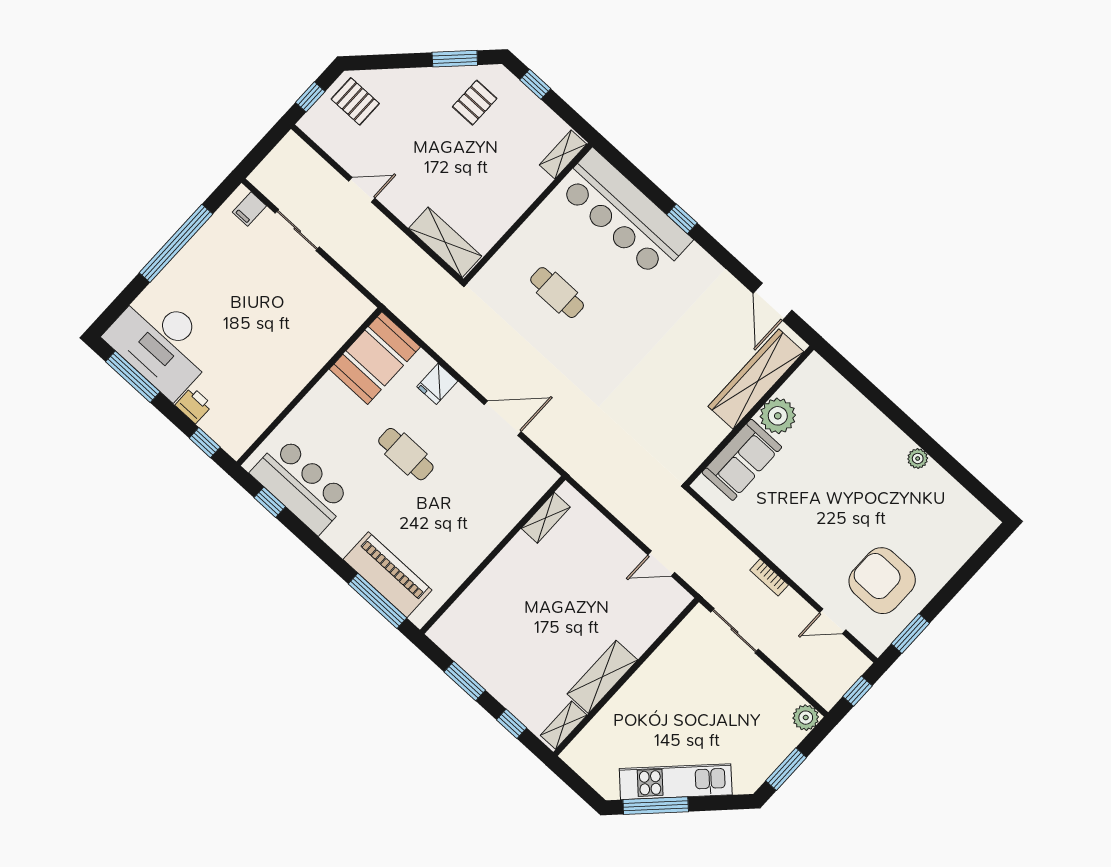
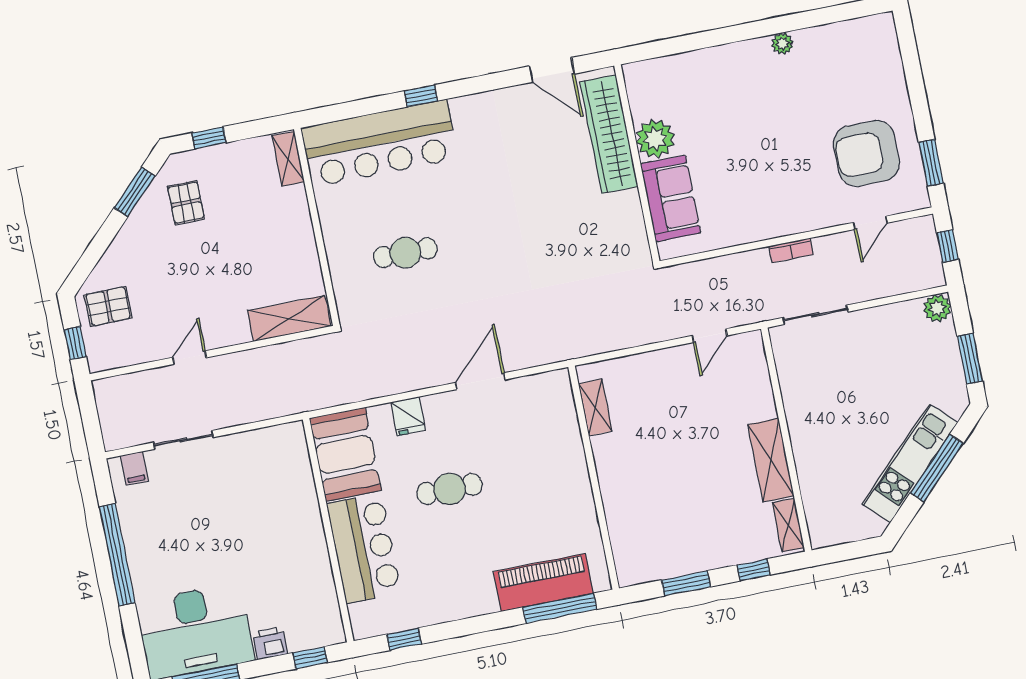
bar counter: (301, 485) -> (364, 548), moved, turned 90
window: (656, 806) -> (937, 468), moved

